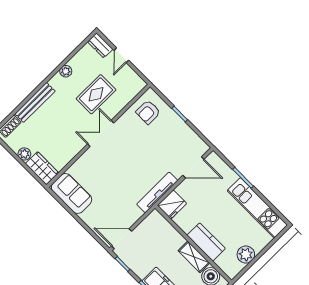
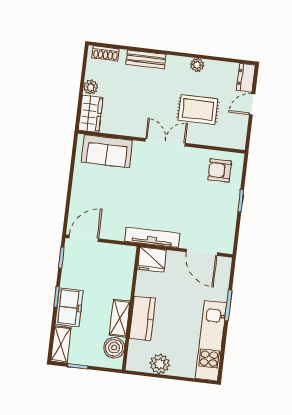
bench: (35, 102) -> (146, 59), width x0.73
sofa: (72, 193) -> (107, 151), moved, turned 90
door: (122, 239) -> (84, 238), hinge flipped

